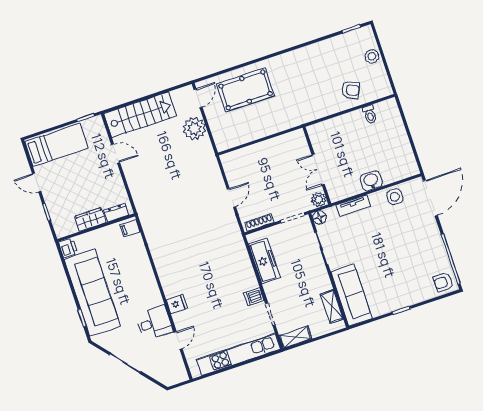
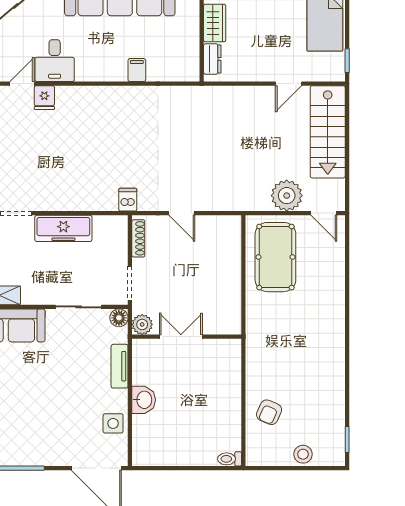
pool table: (246, 90) -> (275, 257), moved
toilet: (370, 114) -> (230, 459), moved
filing cabinet: (130, 228) -> (137, 70), moved
freezer: (264, 261) -> (63, 228), moved
dishwasher: (254, 297) -> (128, 200), moved
fridge: (177, 304) -> (44, 98), moved
door: (178, 340) -> (22, 84), swing flipped

